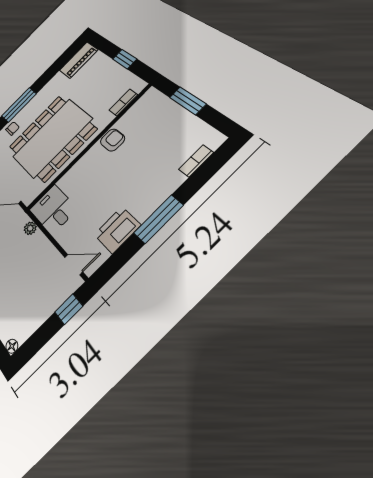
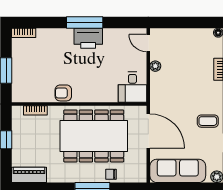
bookcase: (196, 161) -> (24, 33), moved
plant: (30, 228) -> (155, 66), moved
printer: (117, 230) -> (88, 38), moved
window: (69, 309) -> (171, 22), removed

